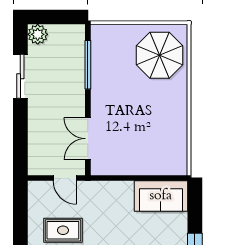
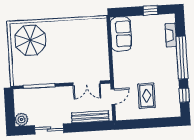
bench: (36, 141) -> (90, 117), added

